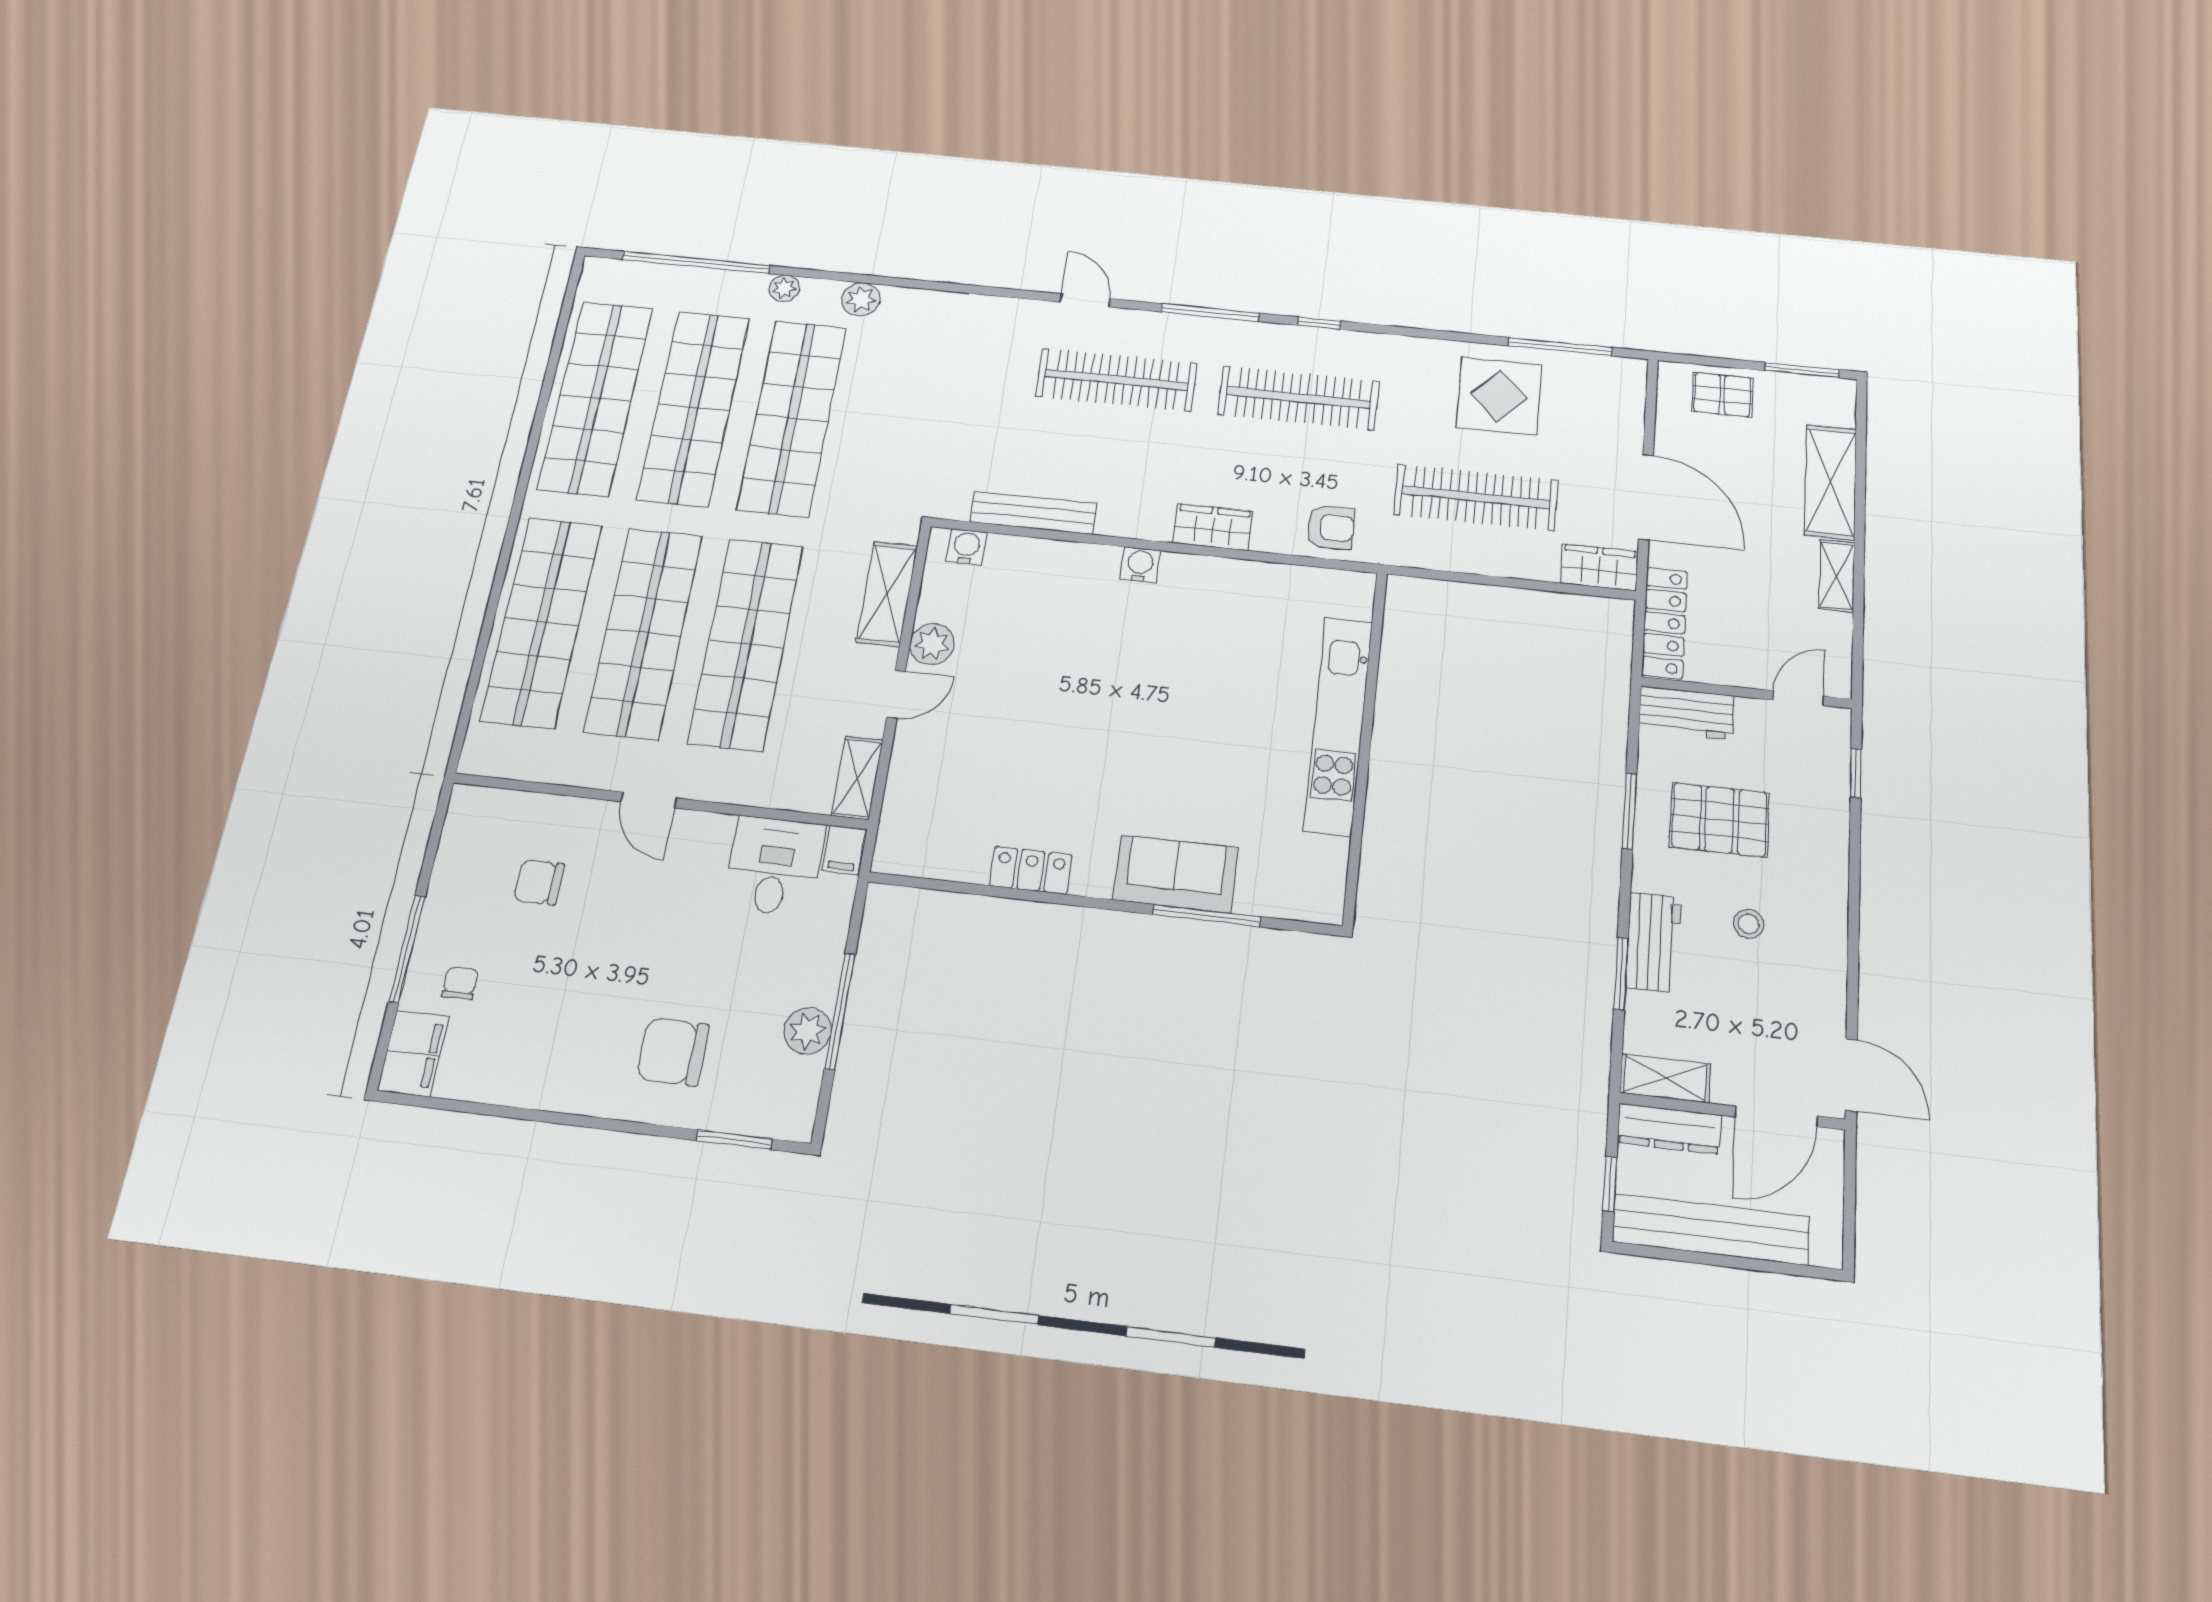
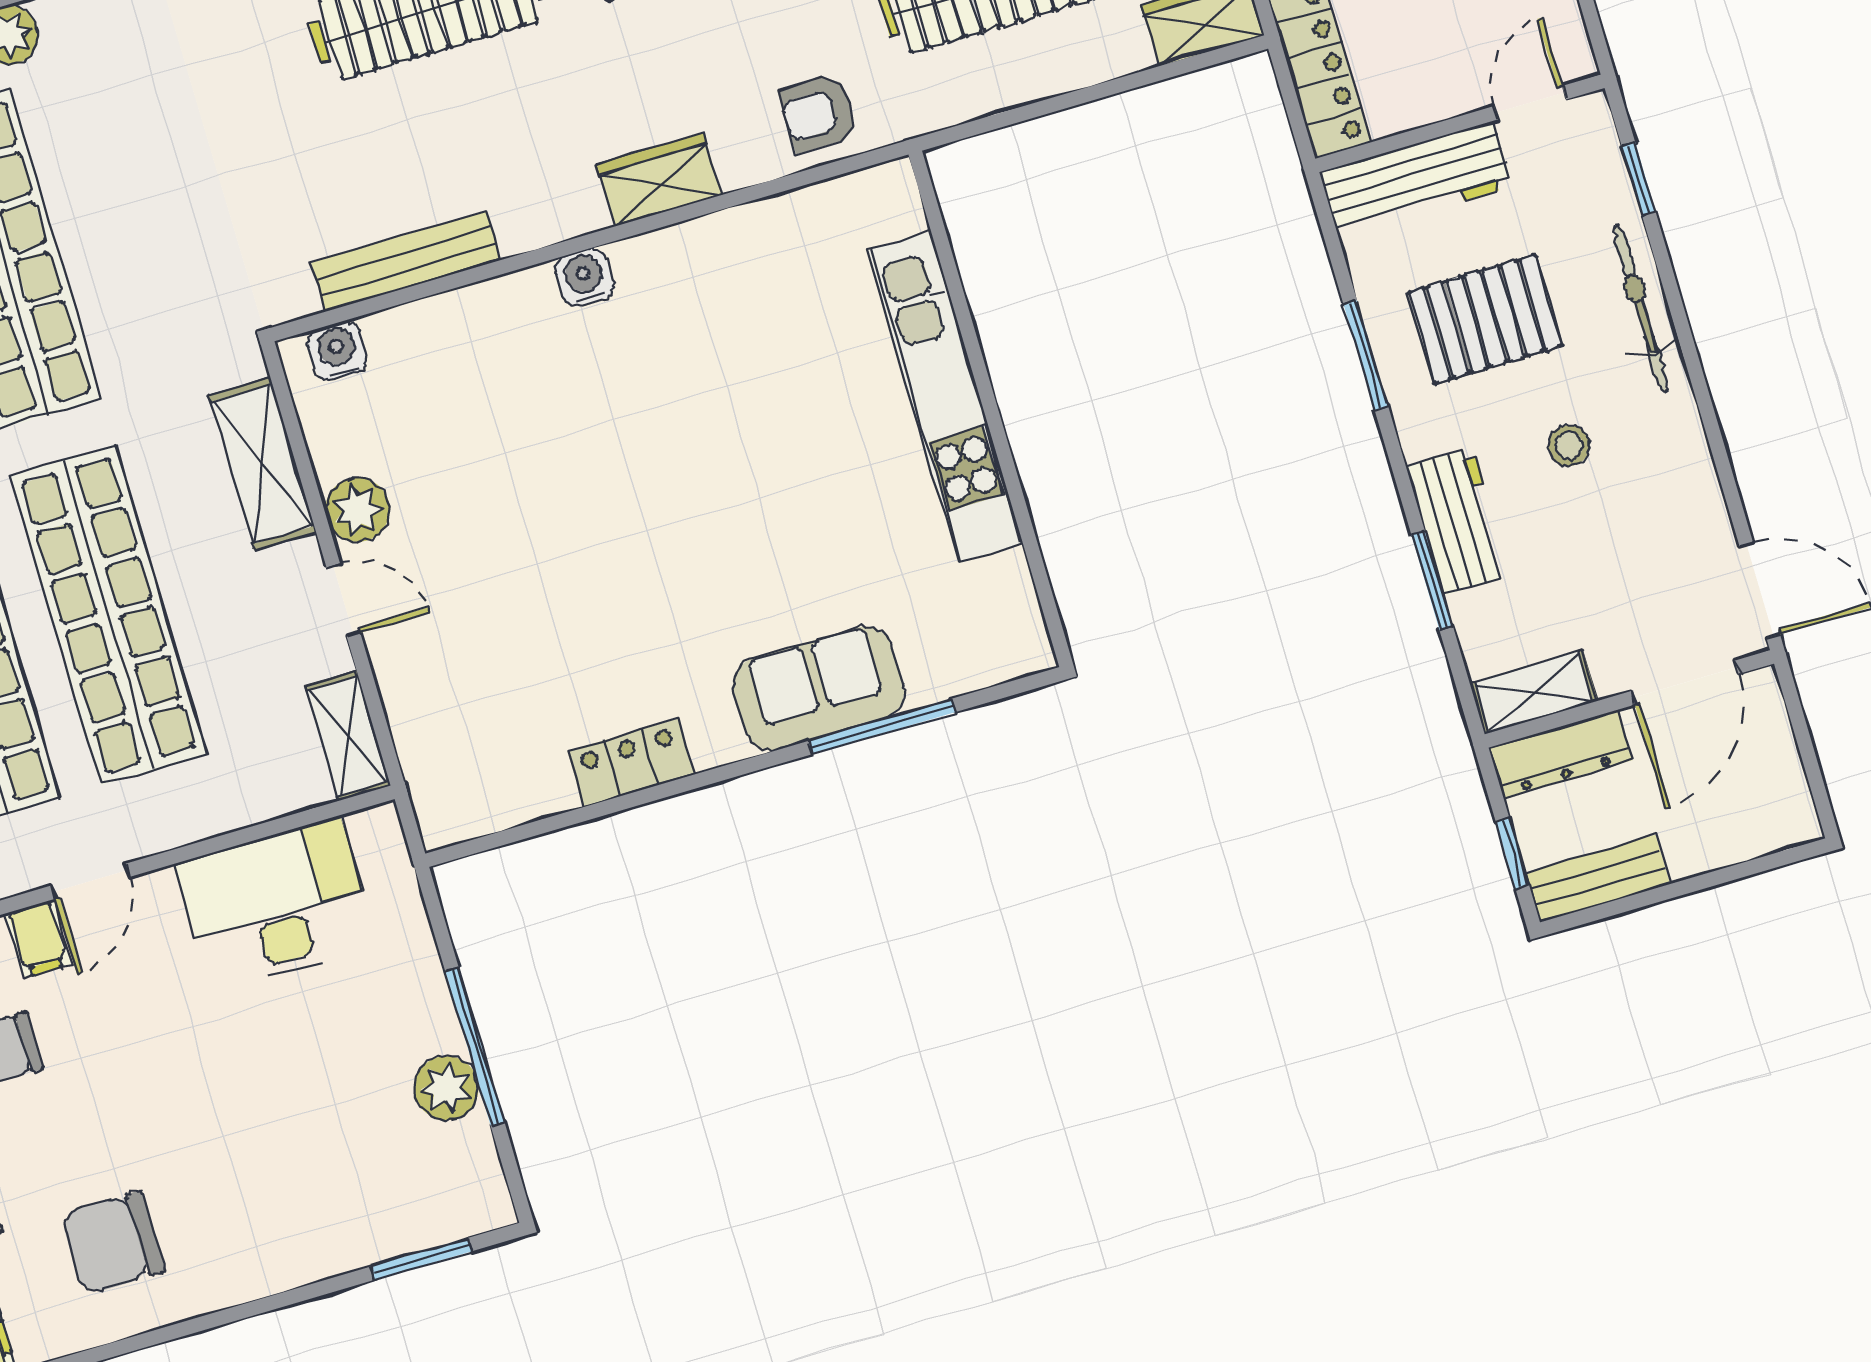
armchair: (1331, 527) -> (819, 113), turned 180
door: (896, 694) -> (343, 600), hinge flipped
workbench: (1687, 713) -> (1416, 179), width x1.38
door: (649, 800) -> (90, 881), hinge flipped
filing cabinet: (844, 850) -> (38, 939), moved
bicycle: (1829, 855) -> (1641, 308), added
desk: (774, 866) -> (276, 905), width x1.37
chair: (673, 1052) -> (113, 1243), moved
bench: (1711, 1229) -> (1598, 879), width x0.54, depth x0.82

